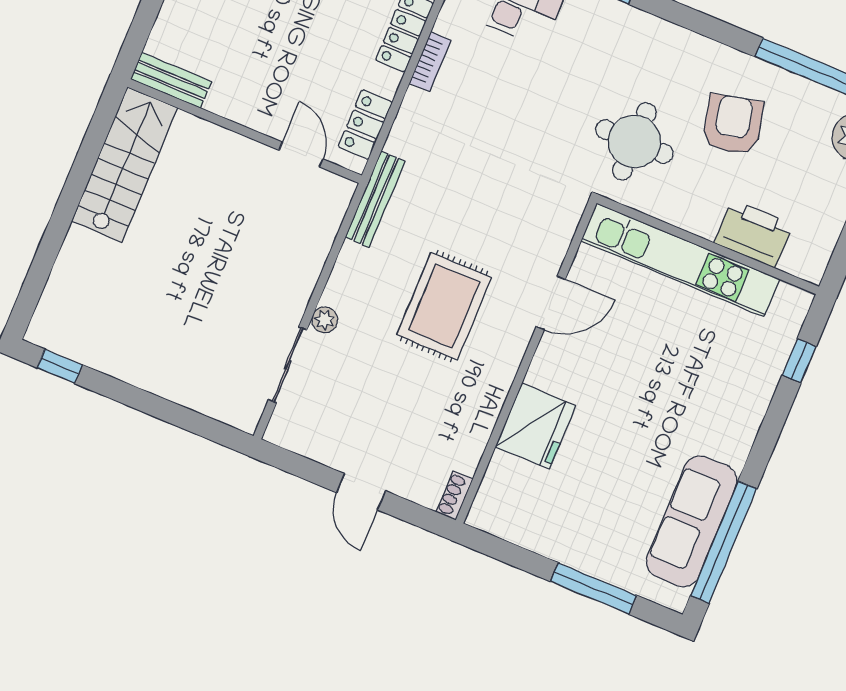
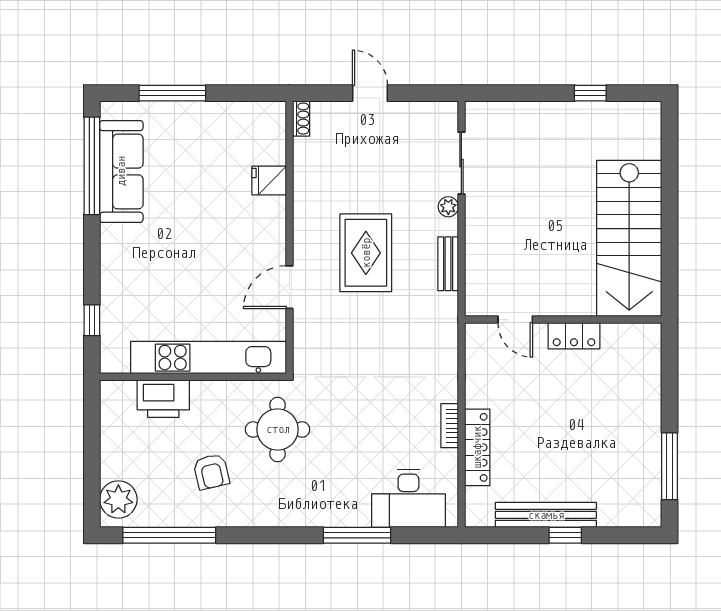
bench: (171, 80) -> (632, 334), removed
armchair: (733, 124) -> (211, 472), width x0.72, depth x0.72
locker: (365, 125) -> (574, 336), moved, turned 90
stairs: (125, 164) -> (629, 238), width x1.36, depth x1.51
bench: (375, 199) -> (448, 264), moved, width x0.73
window: (60, 366) -> (590, 93), moved
fridge: (536, 426) -> (269, 181), width x0.53, depth x0.75

